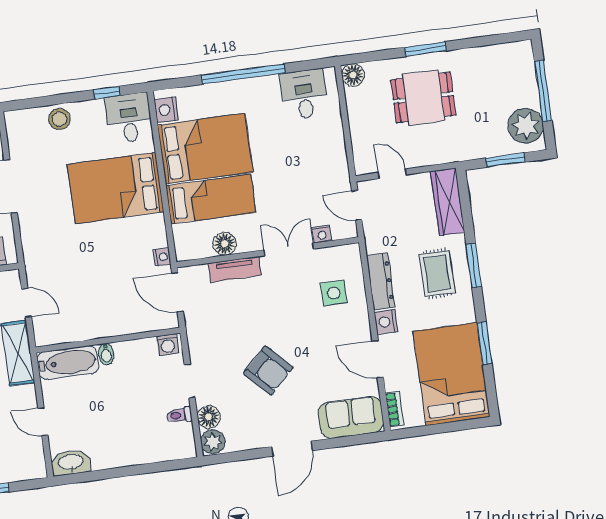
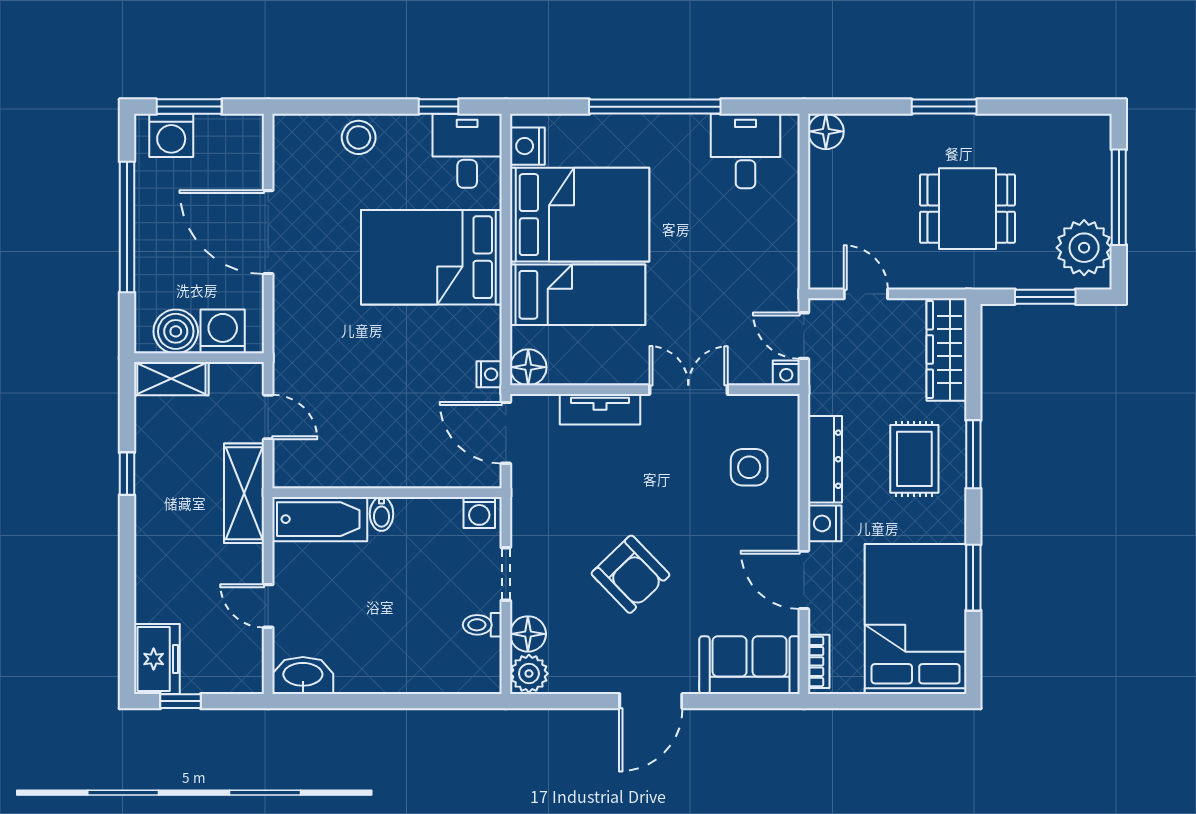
dining table: (423, 98) -> (967, 209), moved
nightstand: (322, 234) -> (786, 373), moved
floor lamp: (225, 244) -> (528, 367), moved

